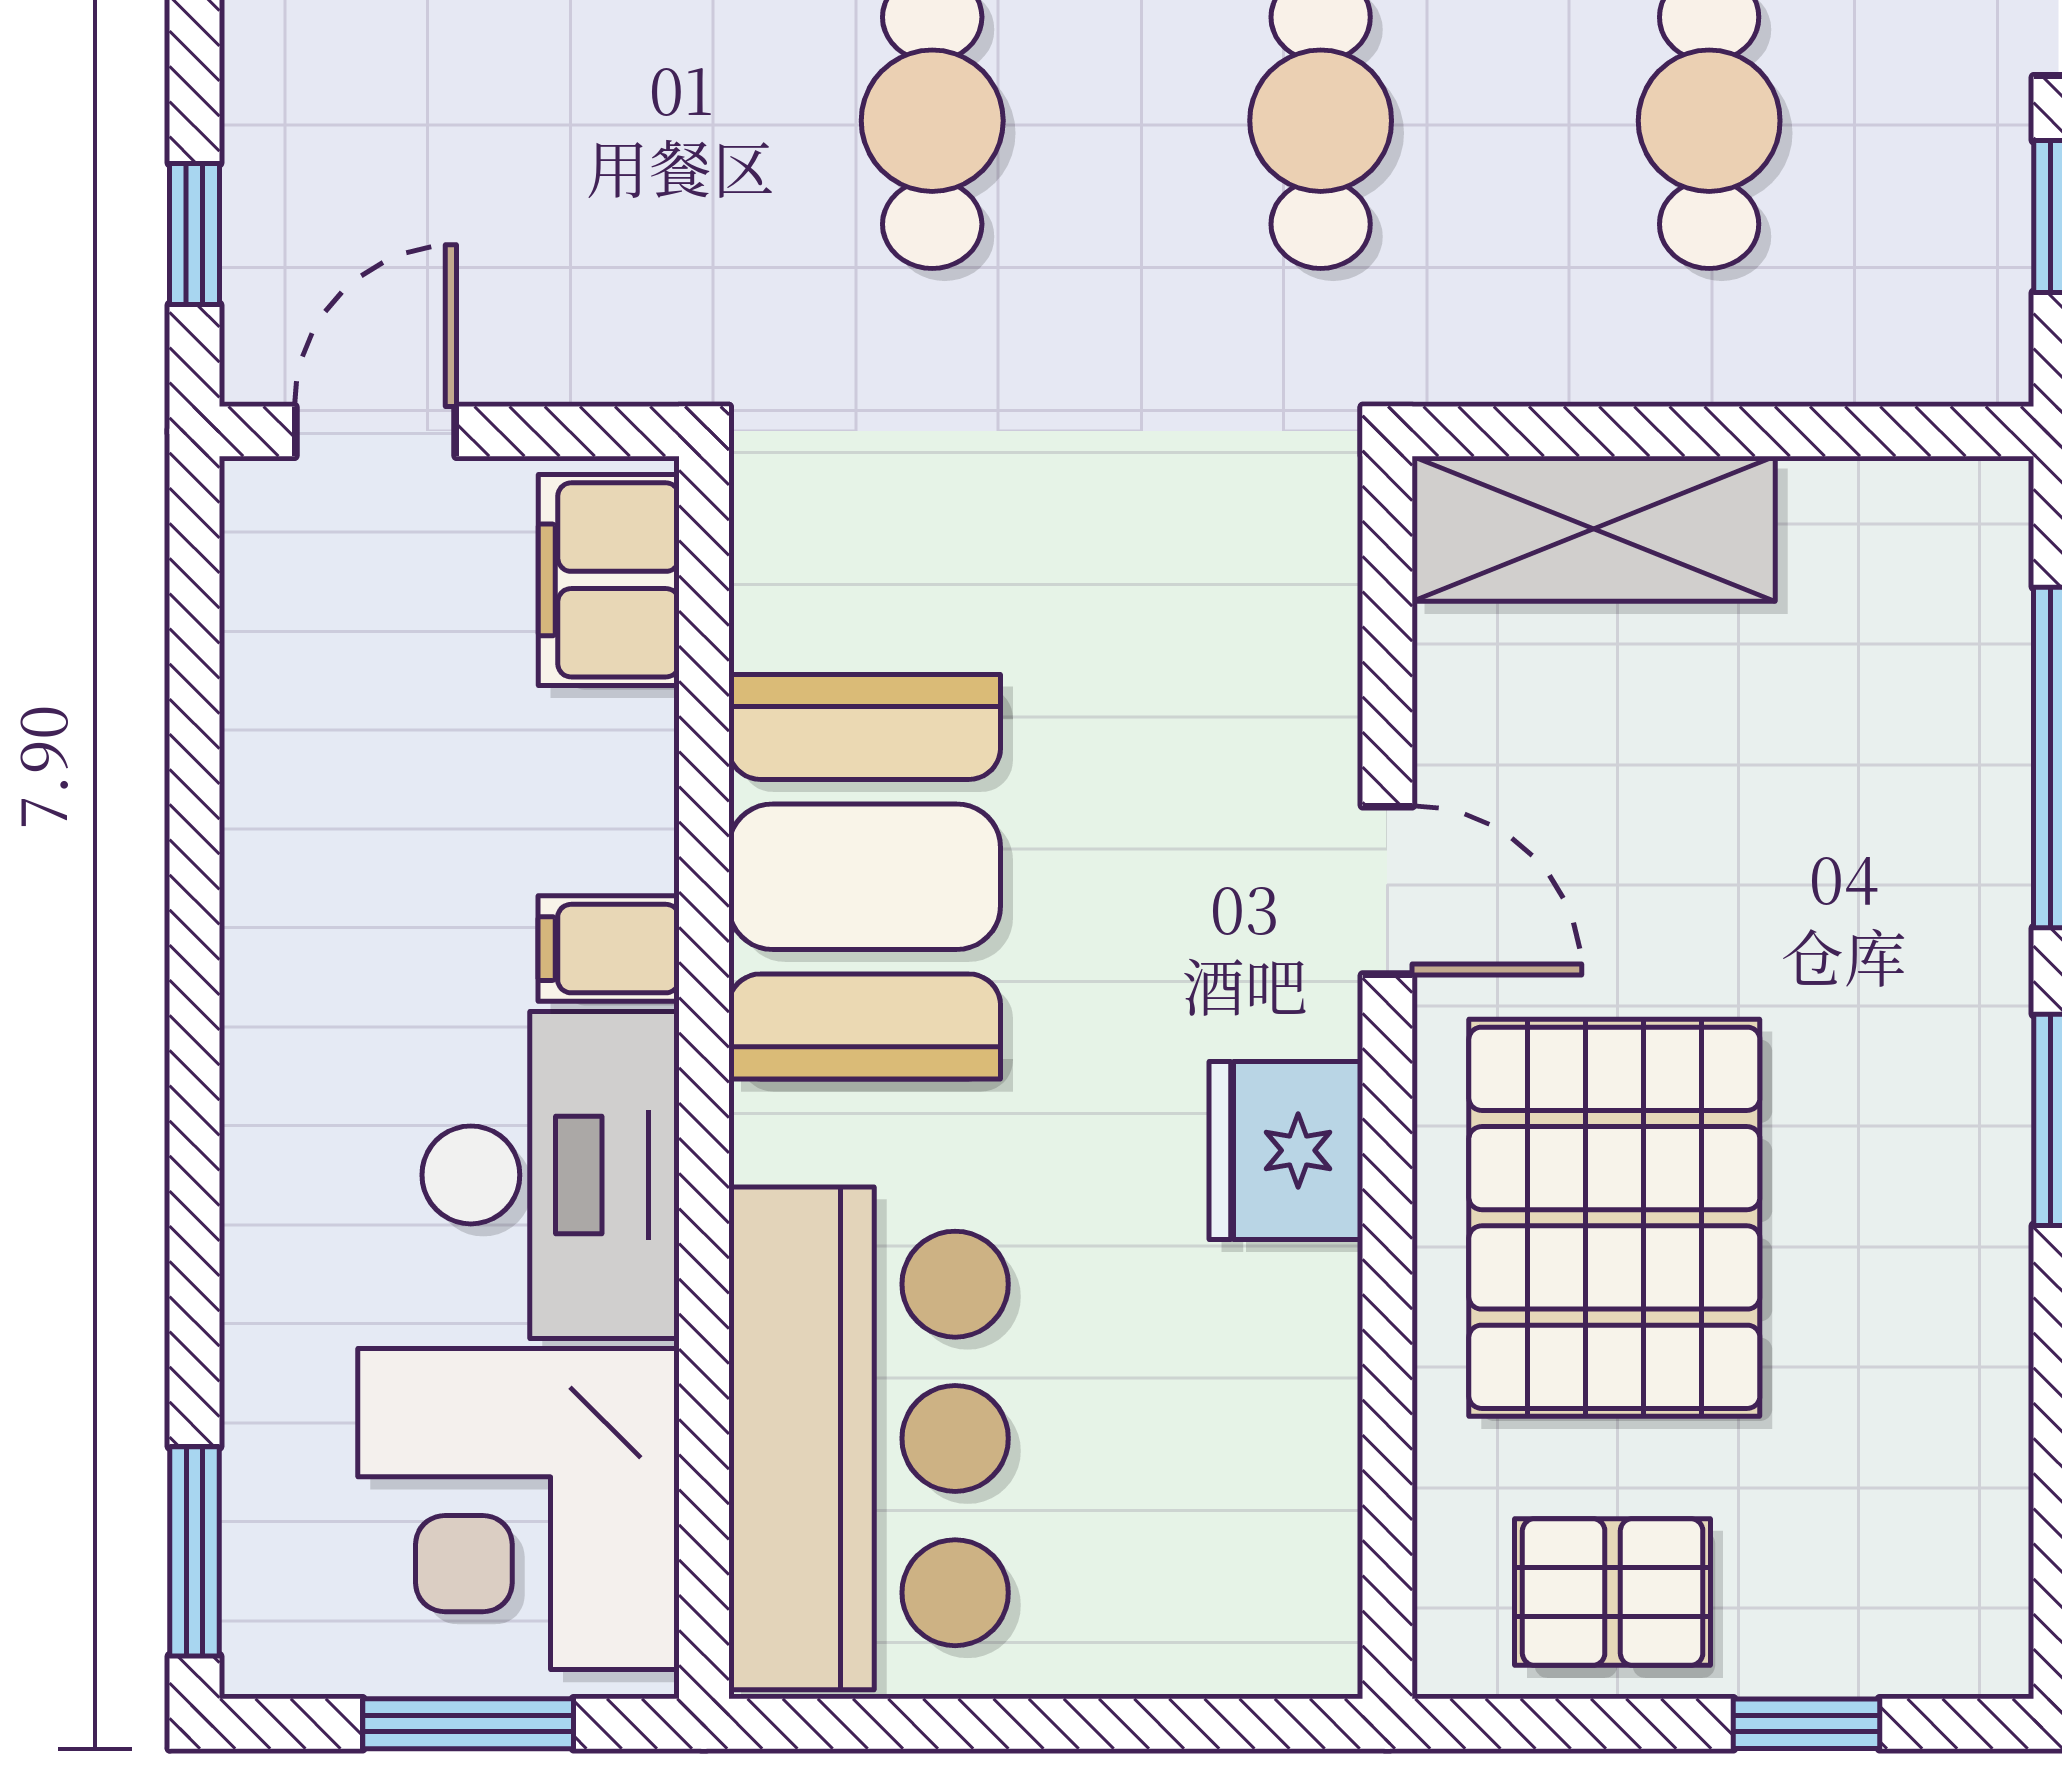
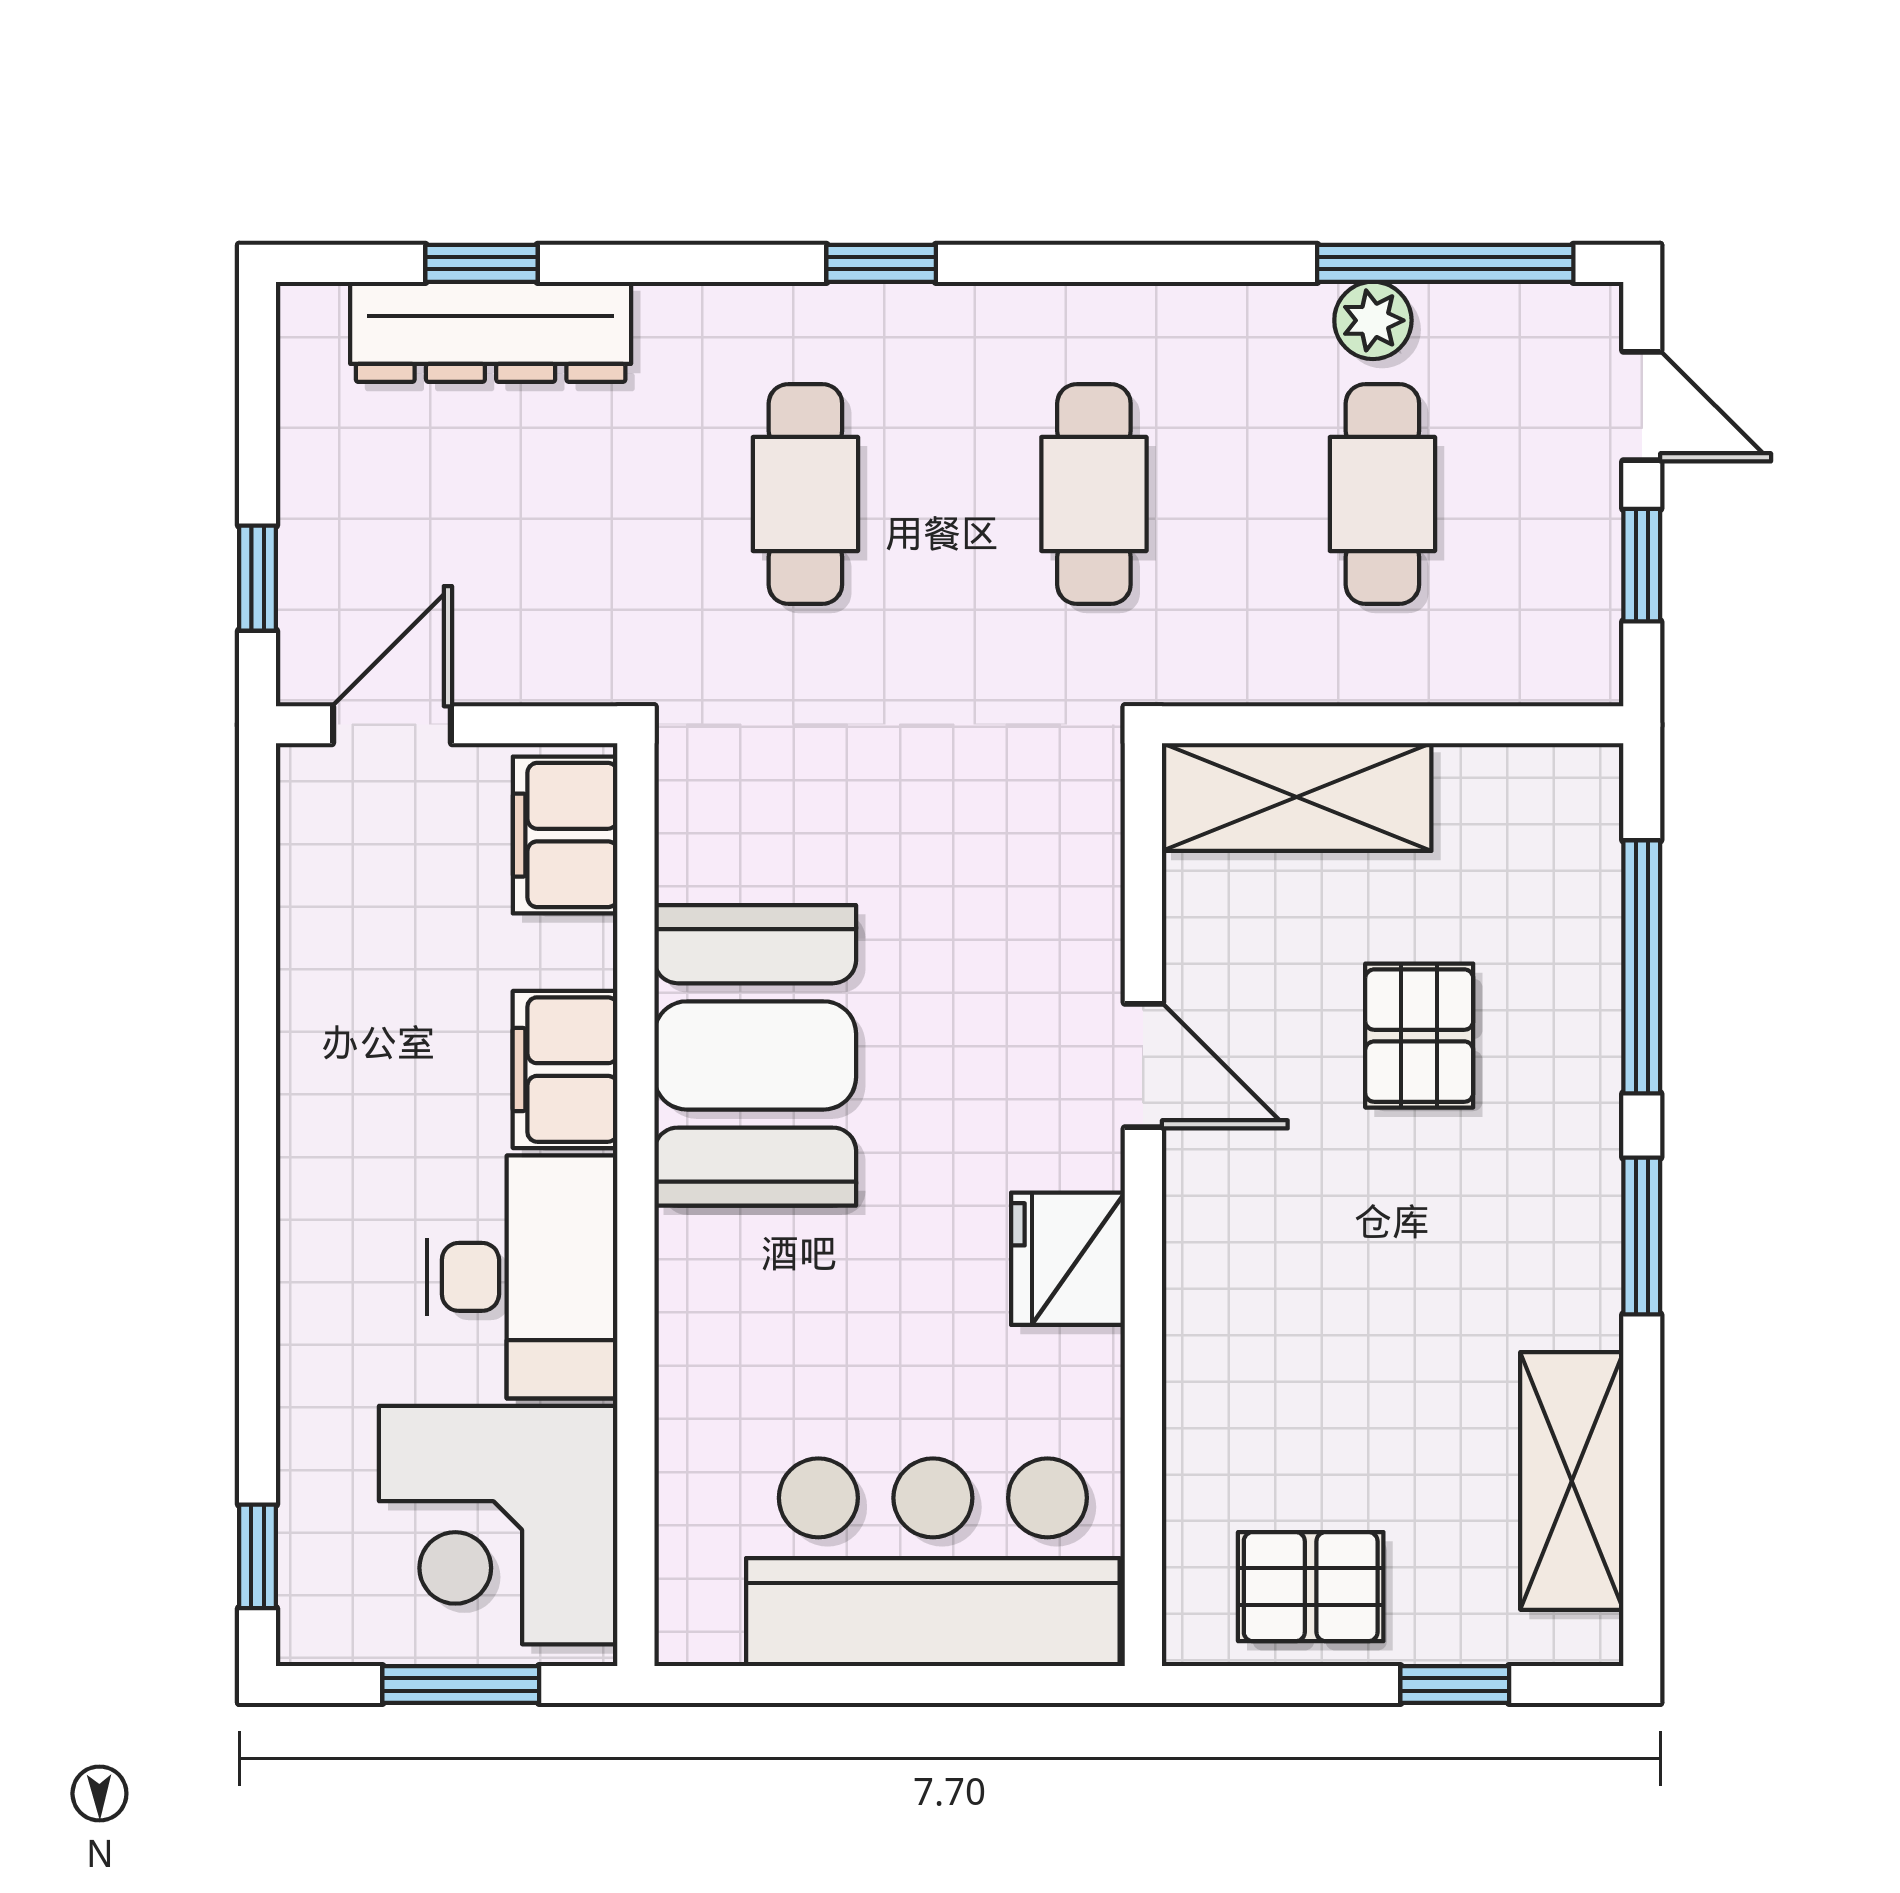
filing cabinet: (609, 949) -> (565, 1070), width x2.00
pallet: (1614, 1218) -> (1419, 1036), moved, width x0.49, depth x0.50
bar counter: (869, 1438) -> (933, 1562), moved, turned -90
shelving: (1964, 1450) -> (1572, 1481), added
window: (194, 1551) -> (258, 1556), width x0.67

